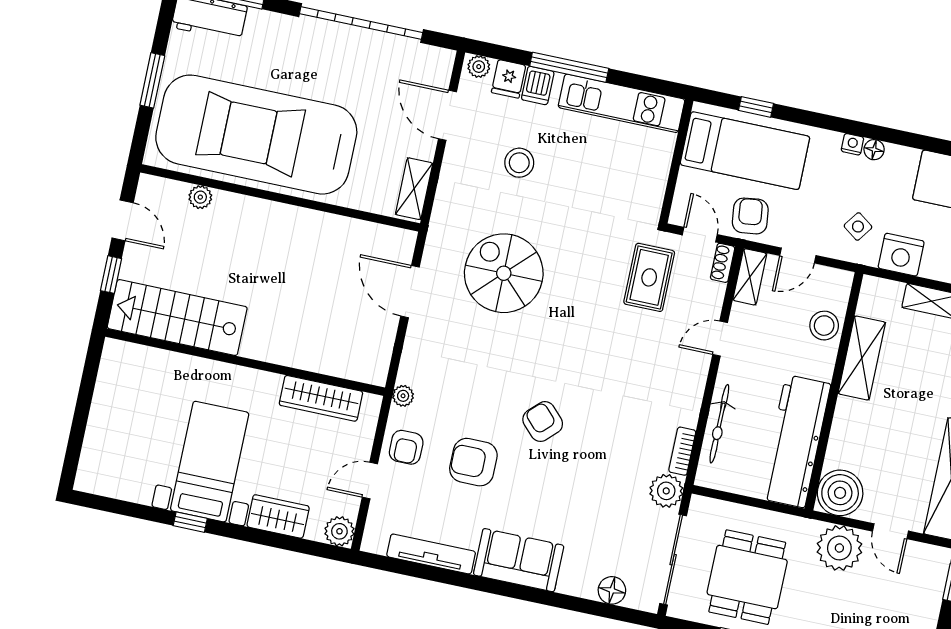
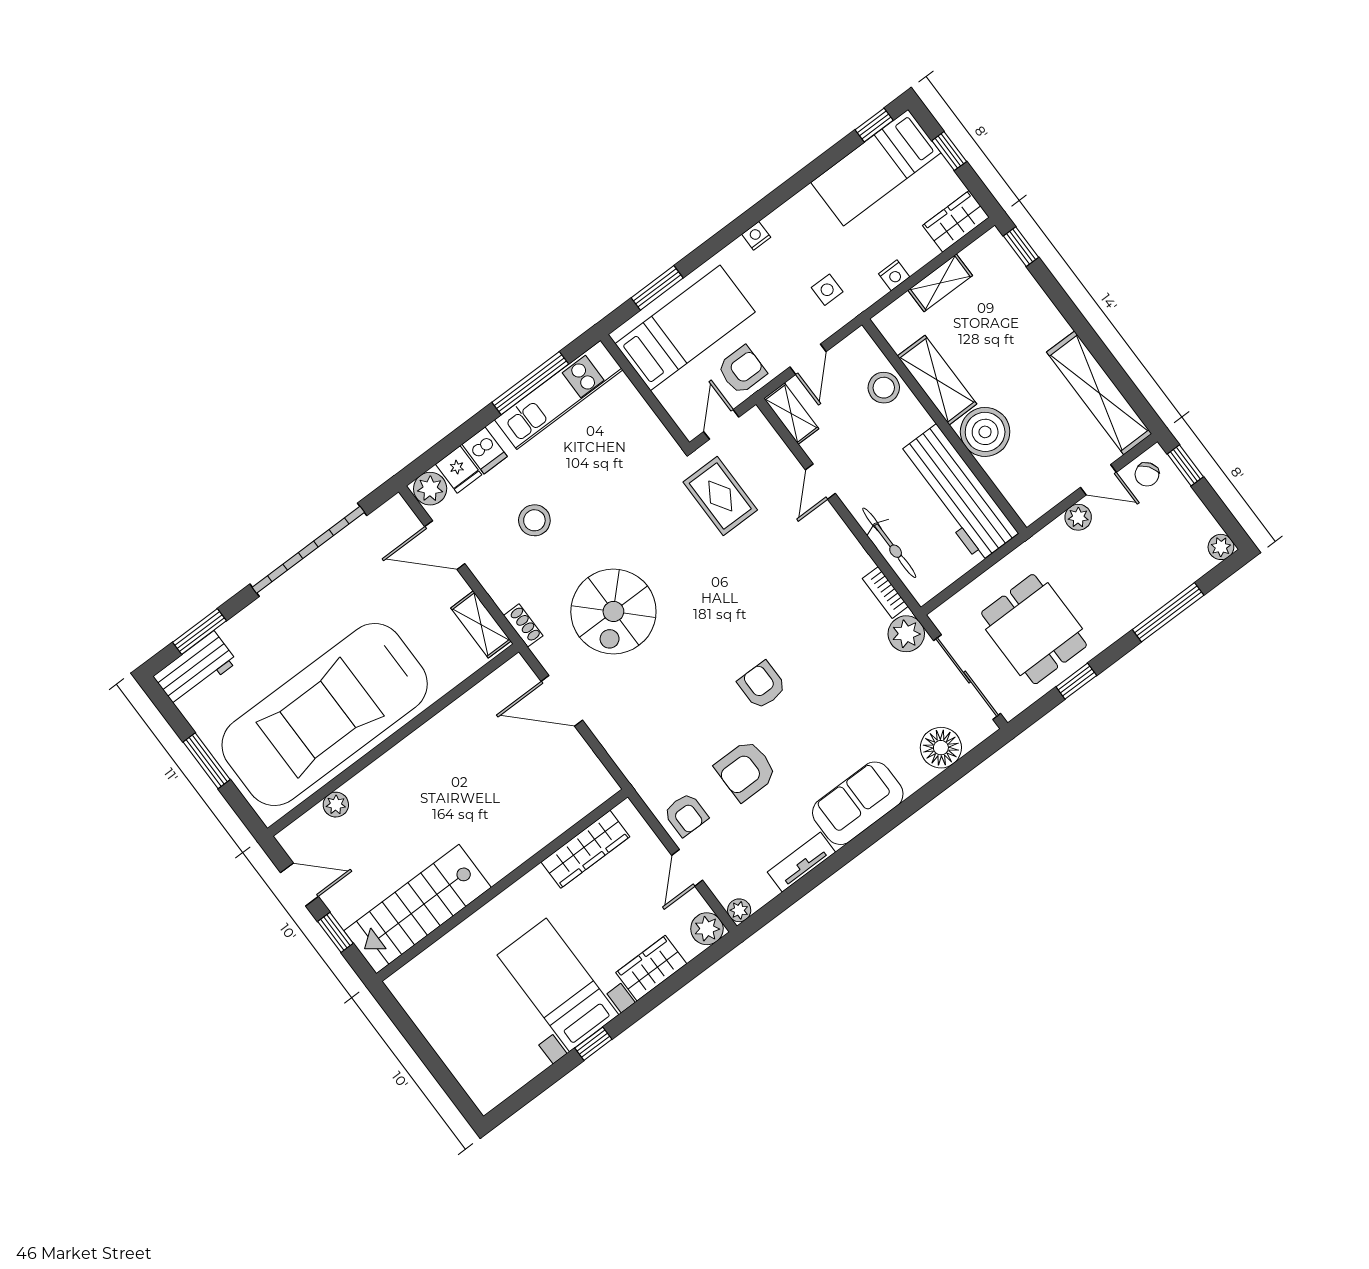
plant: (479, 67) -> (430, 489), width x1.38, depth x1.38
window: (569, 67) -> (530, 383), moved
window: (756, 107) -> (657, 288), width x1.50
floor lamp: (874, 150) -> (776, 222), removed
armchair: (750, 216) -> (742, 370), turned 97
side table: (858, 227) -> (827, 290), turned -36
door: (700, 235) -> (721, 424), hinge flipped
nightstand: (901, 255) -> (894, 275), width x0.53, depth x0.56
shoe rack: (723, 263) -> (523, 626), moved, turned 180
spiral stairs: (504, 273) -> (613, 611), turned -90
plant: (403, 396) -> (739, 910), moved
armchair: (543, 422) -> (762, 685), turned 44
boiler: (840, 493) -> (985, 432), moved
plant: (839, 548) -> (1078, 517), width x0.53, depth x0.53
tv unit: (431, 554) -> (801, 862), width x0.71
chair: (924, 562) -> (1147, 474), added
floor lamp: (612, 590) -> (941, 748), width x1.38, depth x1.38

